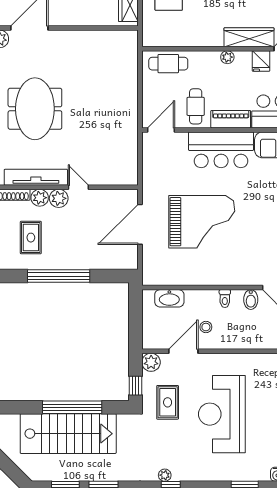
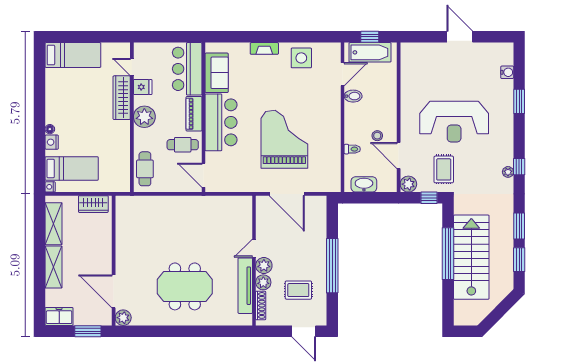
plant: (227, 57) -> (144, 117), width x1.88, depth x1.88
washbasin: (169, 298) -> (364, 184), moved, turned -90
toilet: (225, 299) -> (352, 149), moved
rug: (168, 402) -> (444, 169), turned 90

